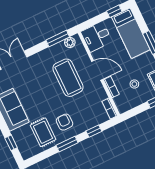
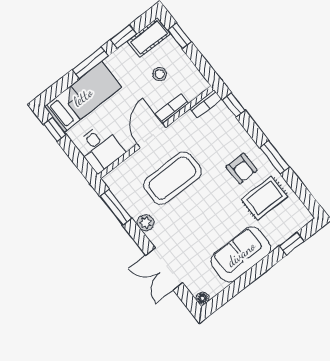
plant: (70, 42) -> (146, 223), moved
armchair: (65, 122) -> (242, 168), turned -90
window: (94, 131) -> (234, 105), moved

